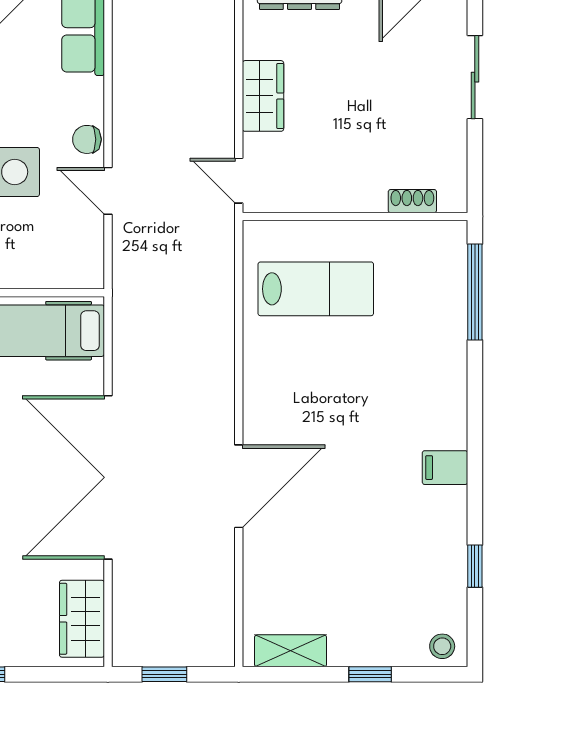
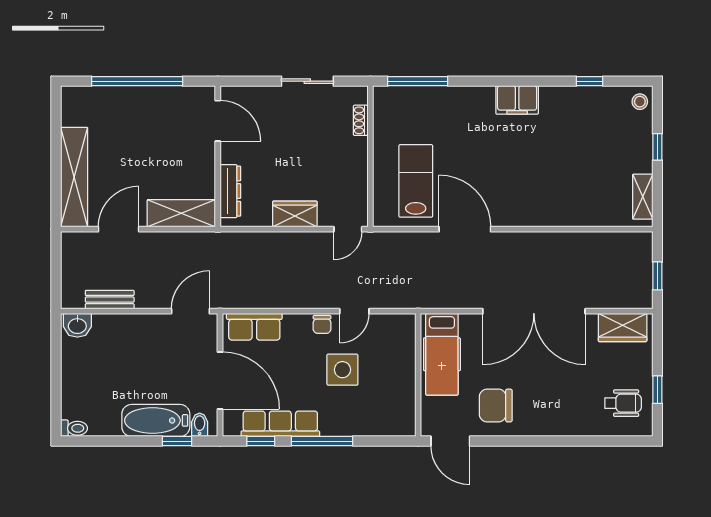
sliding door: (475, 77) -> (307, 81), moved
filing cabinet: (445, 468) -> (517, 100), width x2.00
door: (239, 486) -> (465, 229), moved

